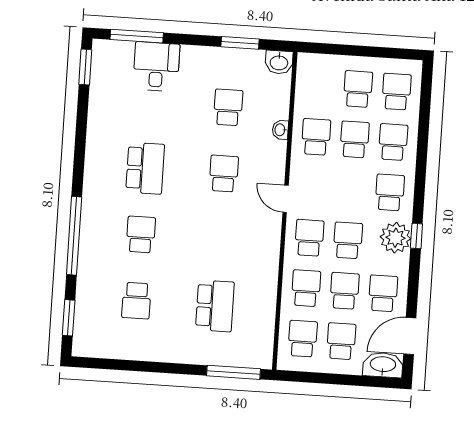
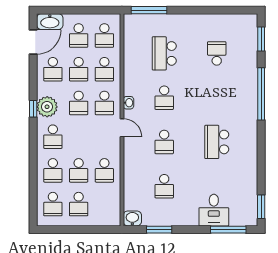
washbasin: (280, 130) -> (128, 103), moved
school desk: (141, 234) -> (164, 98), moved

